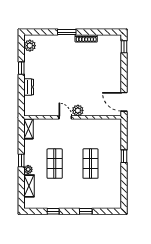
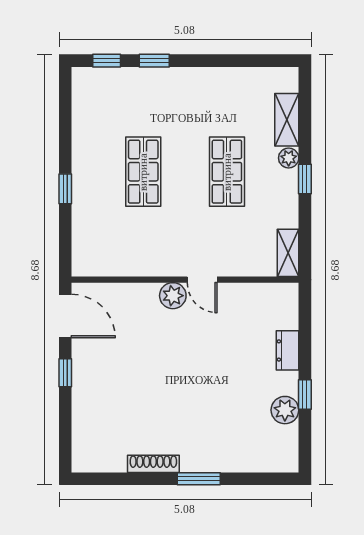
plant: (30, 46) -> (285, 410), moved
window: (124, 47) -> (65, 373), moved
window: (53, 211) -> (107, 61), moved

